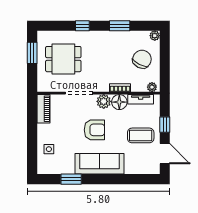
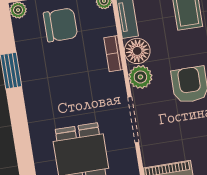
window: (82, 26) -> (21, 132), removed
chair: (142, 59) -> (60, 25), turned 153

